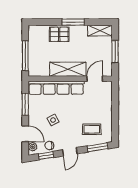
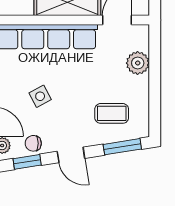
plant: (106, 102) -> (138, 63), added
door: (70, 152) -> (71, 155), hinge flipped

